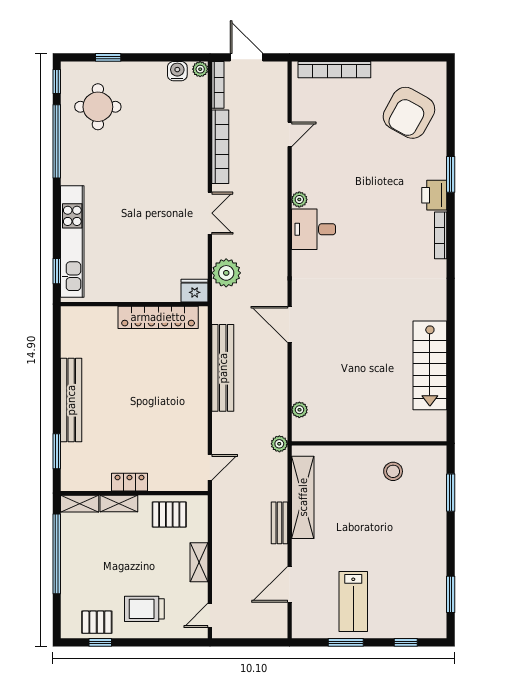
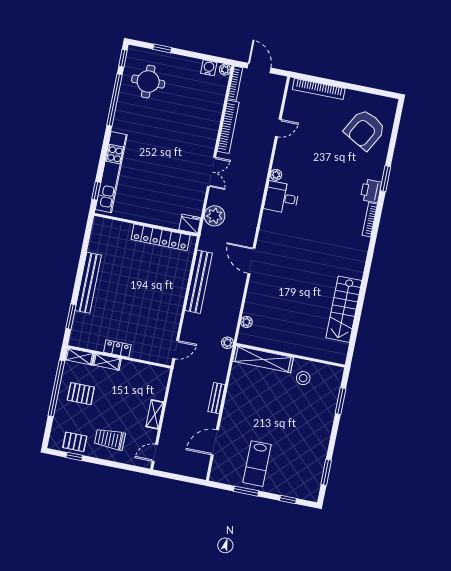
shelving: (303, 497) -> (263, 359), moved, turned 90
pallet: (169, 515) -> (81, 394), moved

